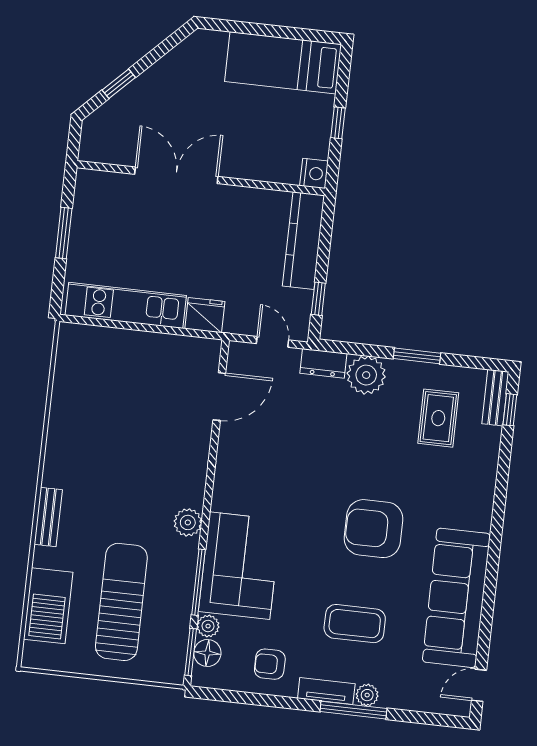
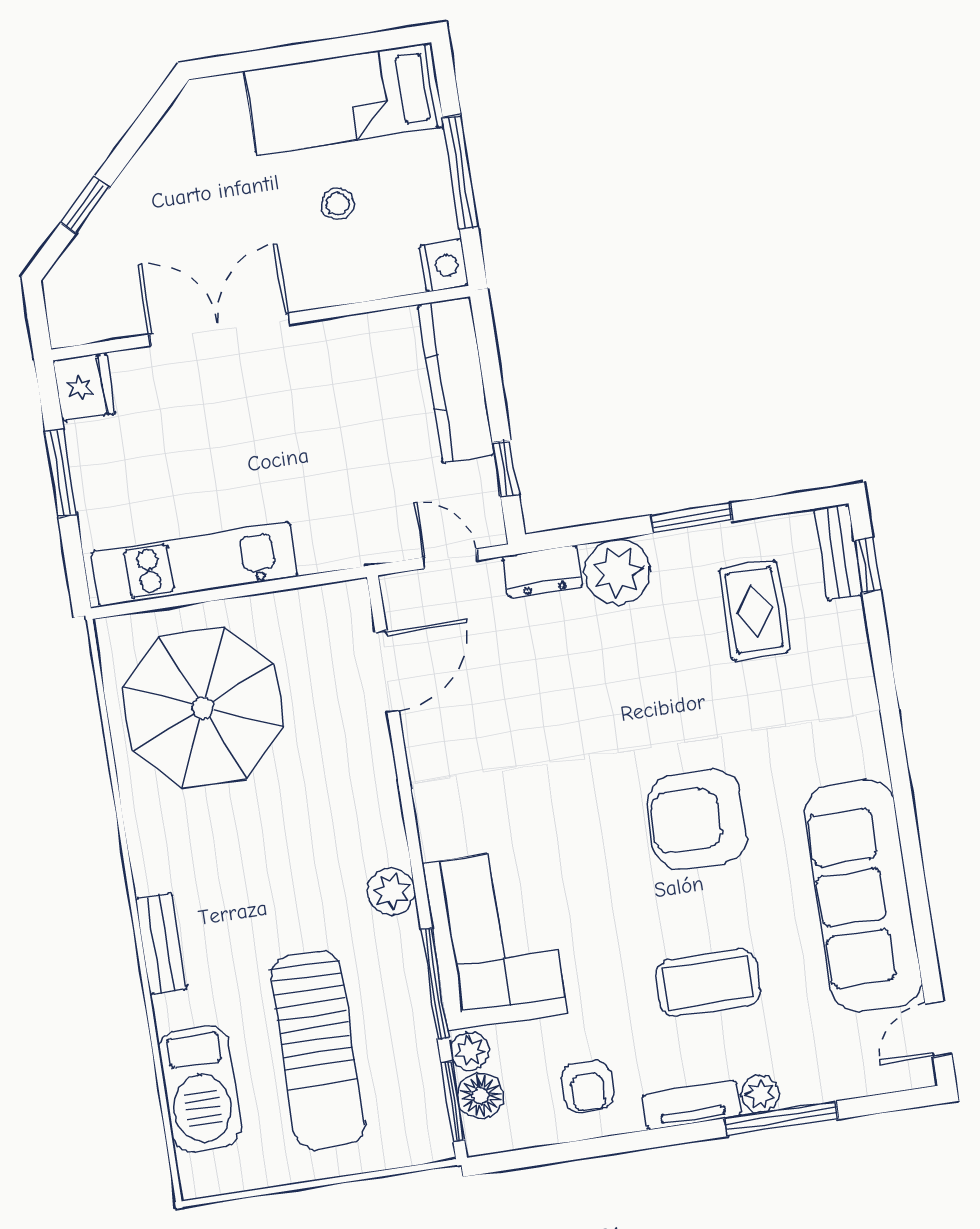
stool: (263, 122) -> (338, 204), added
window: (338, 123) -> (460, 173), width x2.17
fridge: (205, 315) -> (84, 387), moved, turned 90
parasol: (109, 389) -> (203, 708), added
sun lounger: (121, 602) -> (318, 1050), turned 180
armchair: (270, 664) -> (587, 1086), turned -90
window: (353, 710) -> (782, 1119), moved

